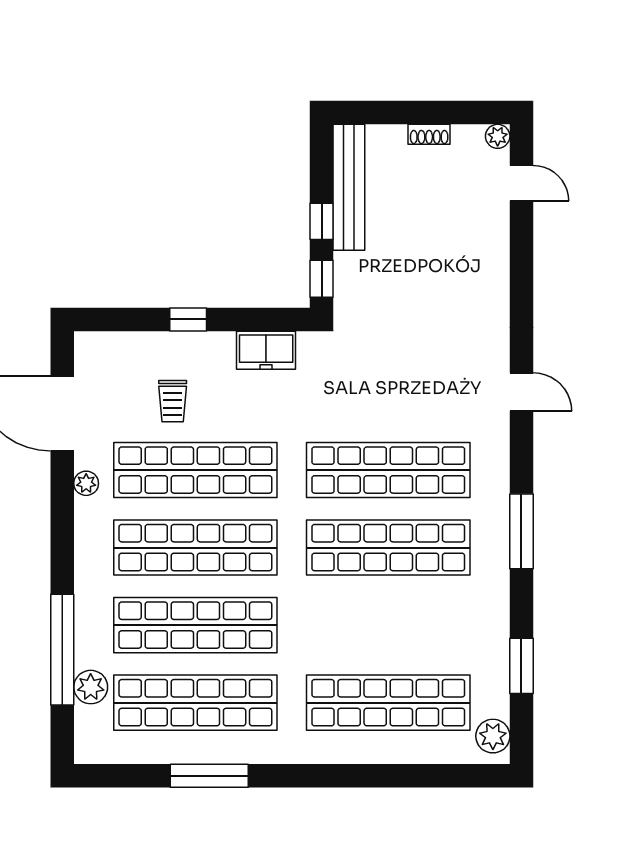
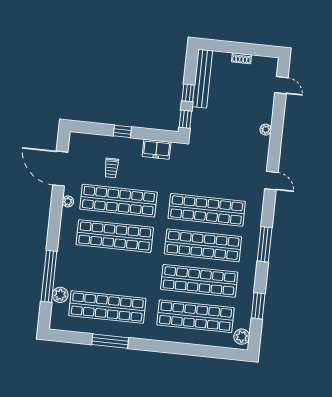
plant: (498, 136) -> (266, 130), moved
shop shelf: (195, 625) -> (199, 281), moved

